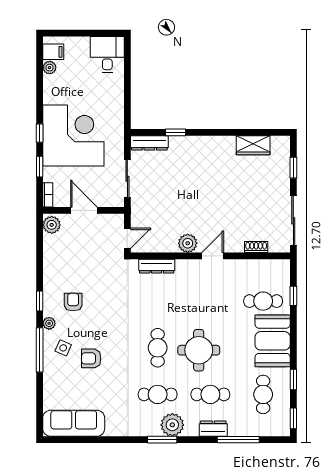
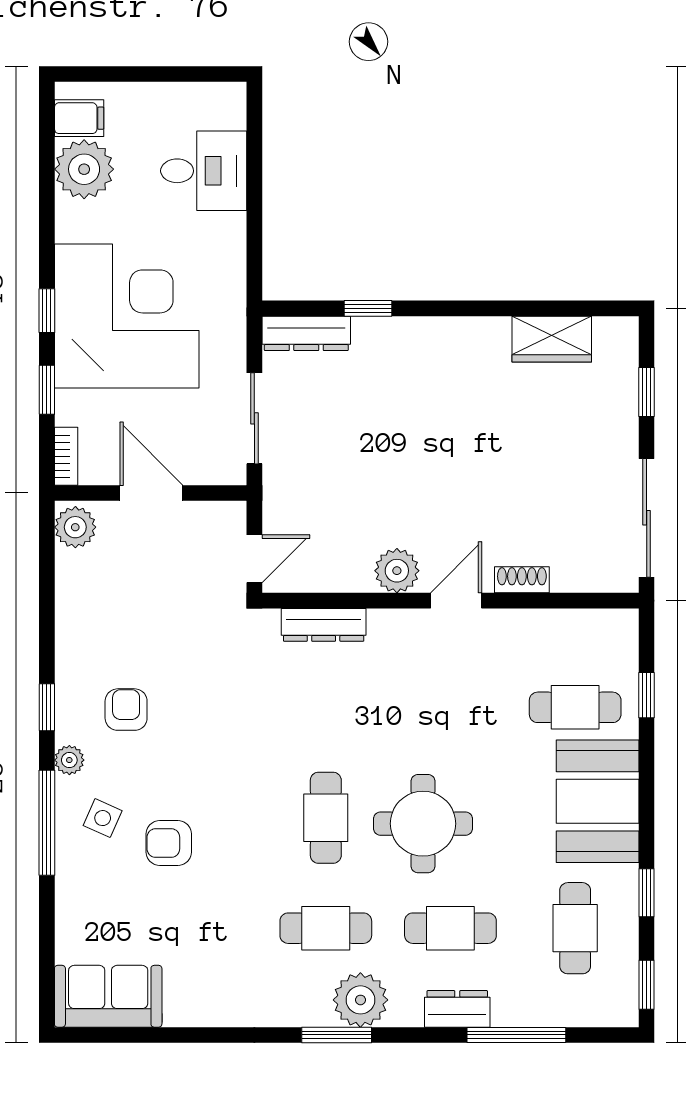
desk: (107, 55) -> (204, 171), moved, turned 90
plant: (50, 68) -> (84, 169), width x1.88, depth x1.88
shoe rack: (256, 247) -> (522, 580), moved
sofa: (74, 423) -> (108, 996), width x0.73

